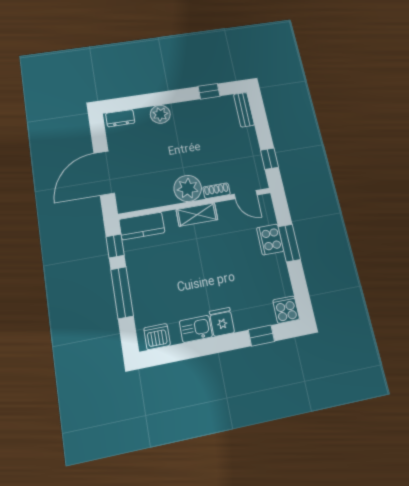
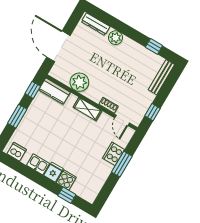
bench: (244, 110) -> (161, 77), width x1.36
dresser: (120, 118) -> (96, 24), width x1.44
door: (104, 173) -> (58, 46), hinge flipped
plant: (188, 188) -> (79, 82), moved
window: (122, 293) -> (17, 116), width x0.69
cooker: (286, 310) -> (66, 180), moved

